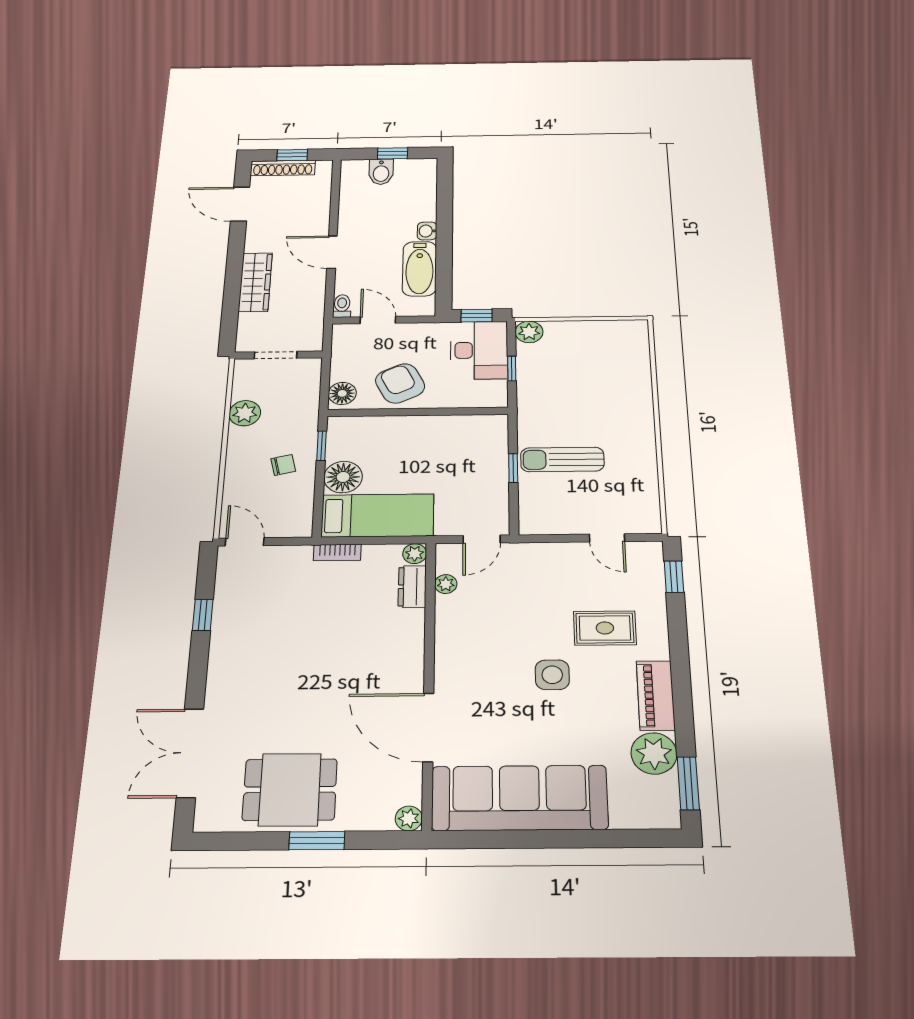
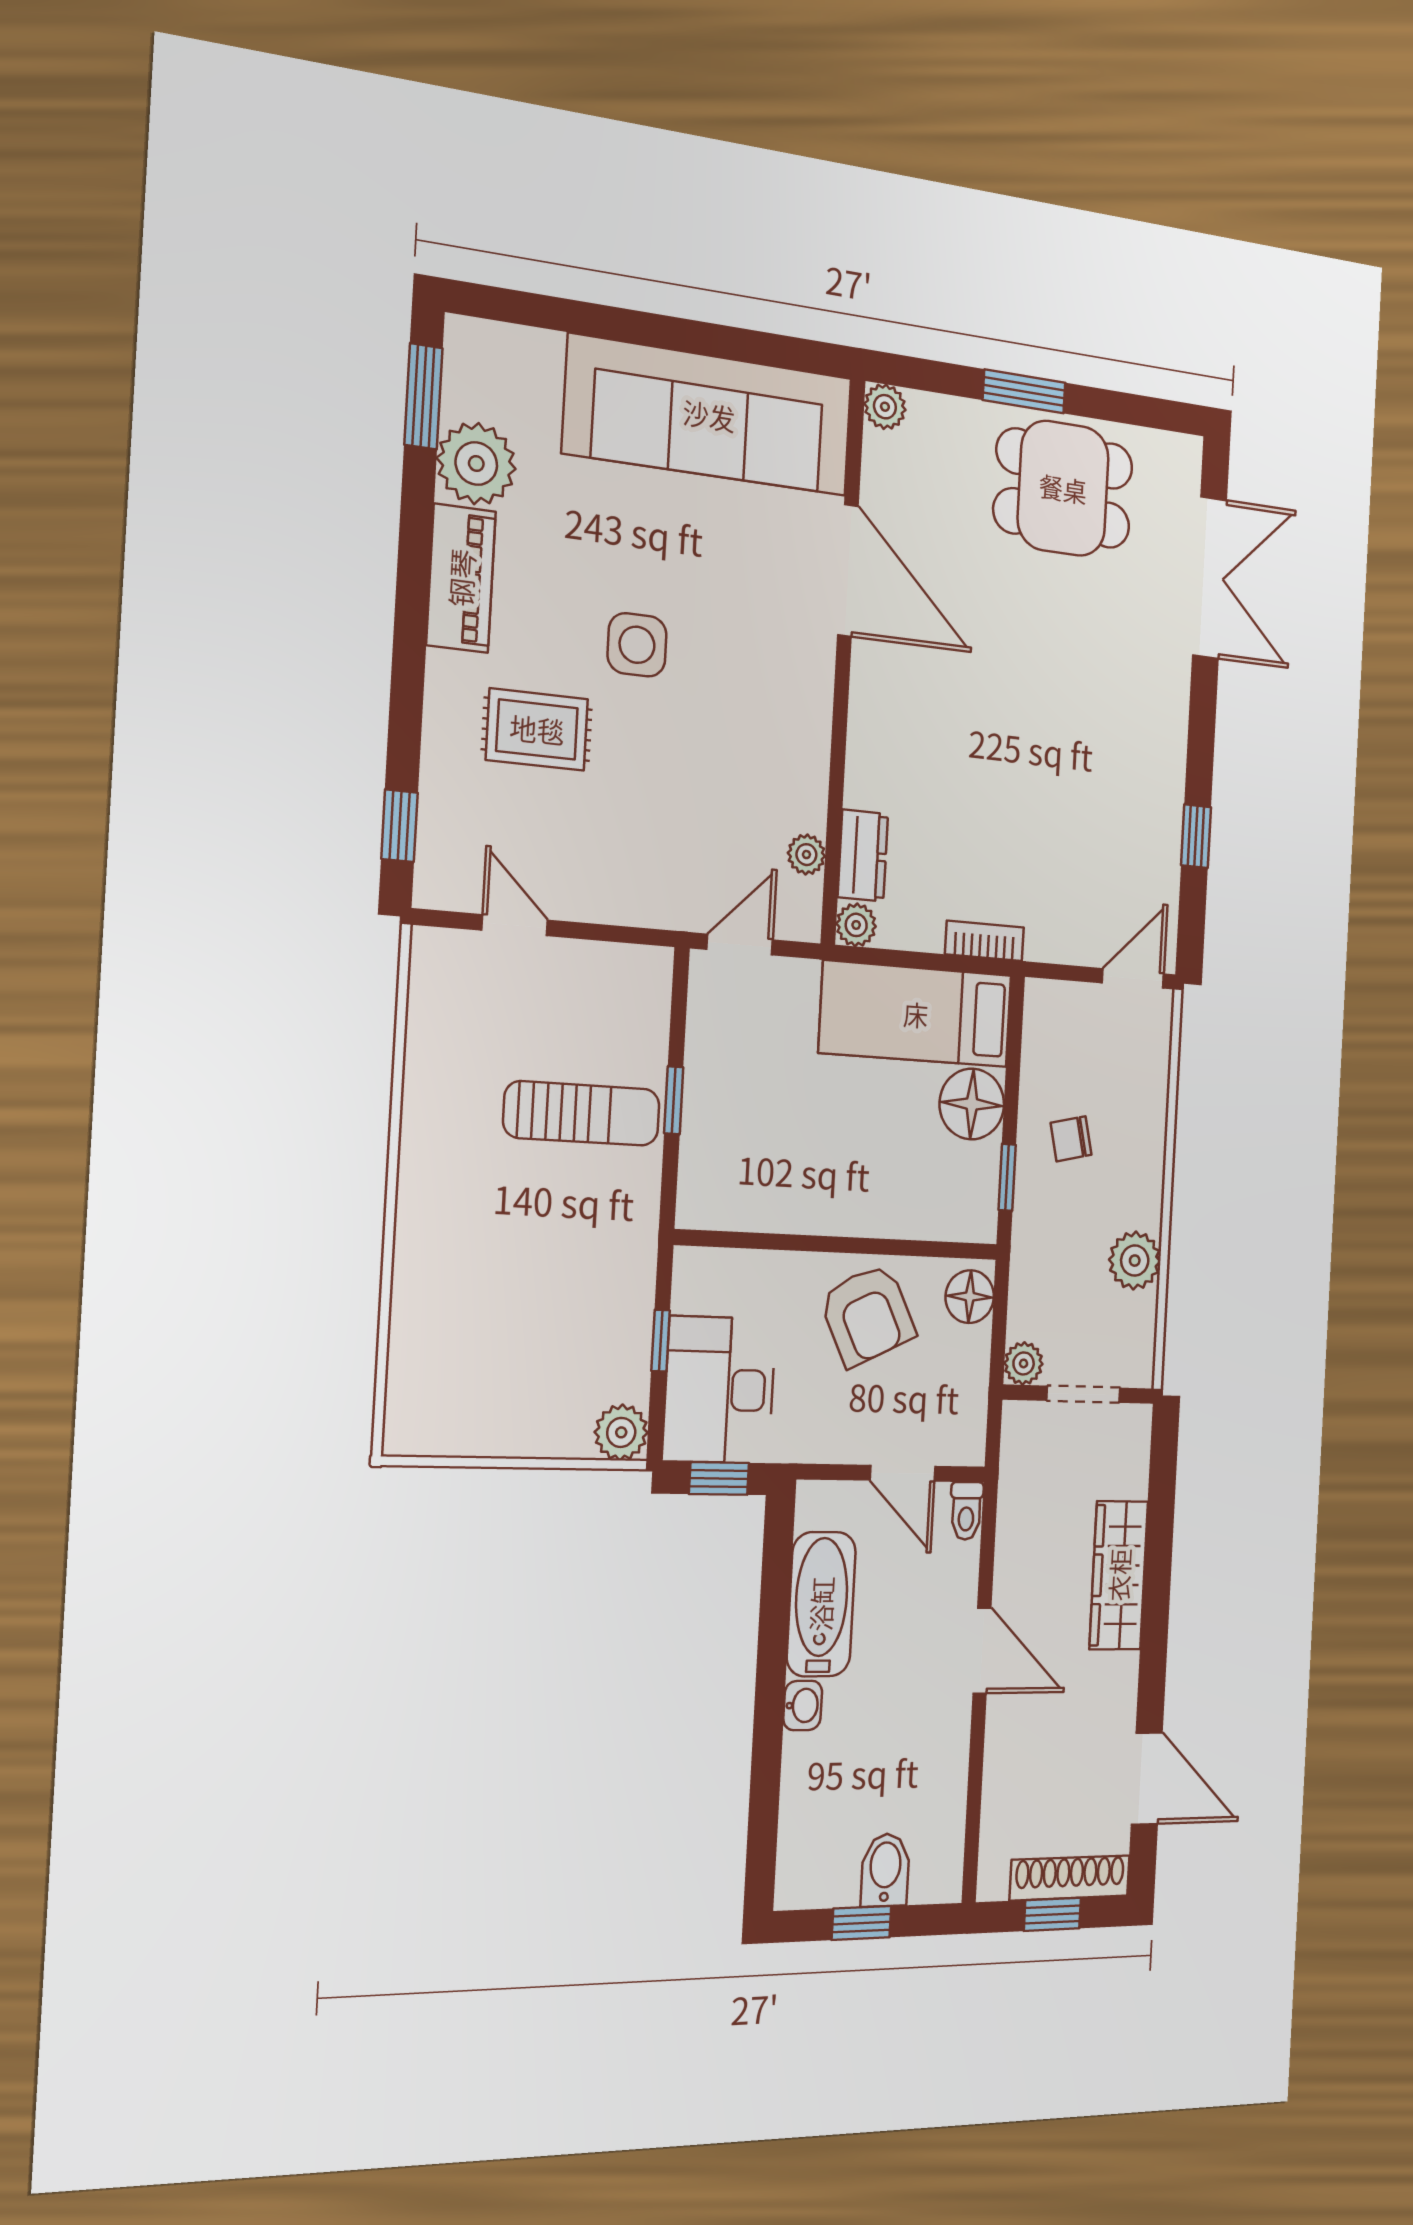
plant: (311, 367) -> (1024, 1363), added
door: (245, 542) -> (1133, 978), swing flipped

